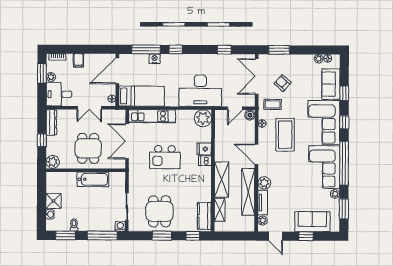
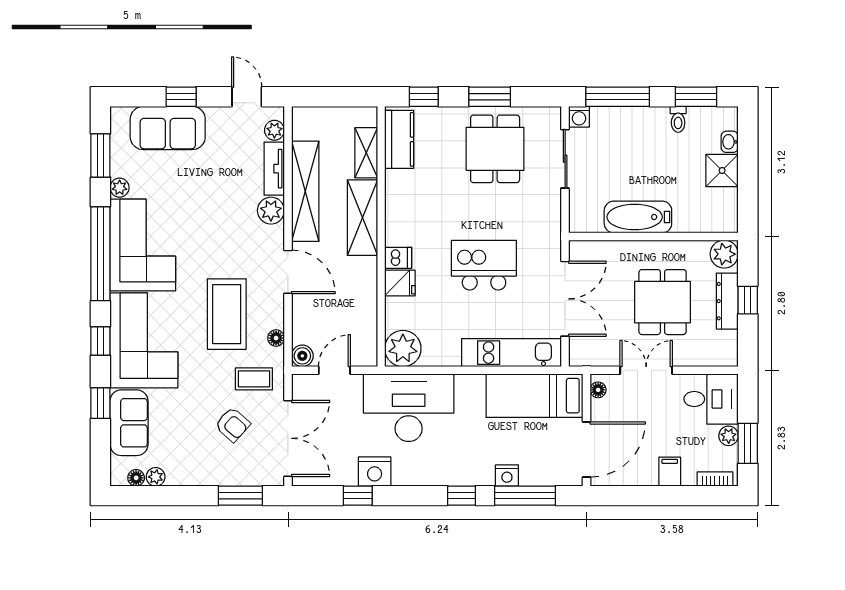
nightstand: (216, 61) -> (375, 472), added
dresser: (51, 122) -> (727, 301), moved
dining table: (88, 148) -> (663, 302), moved

